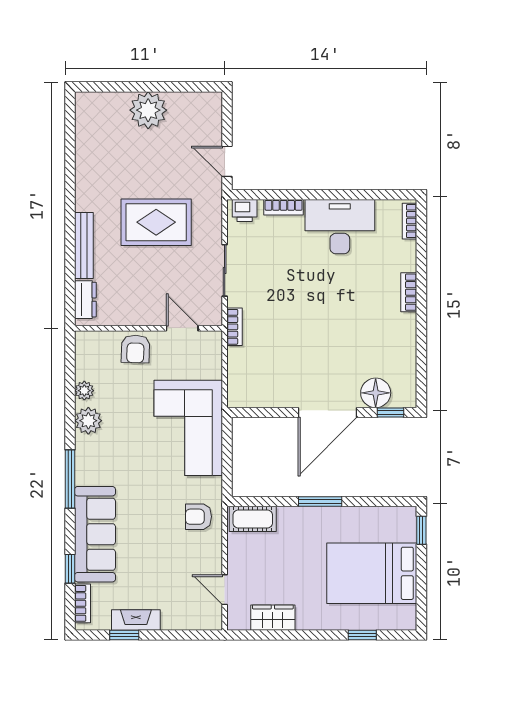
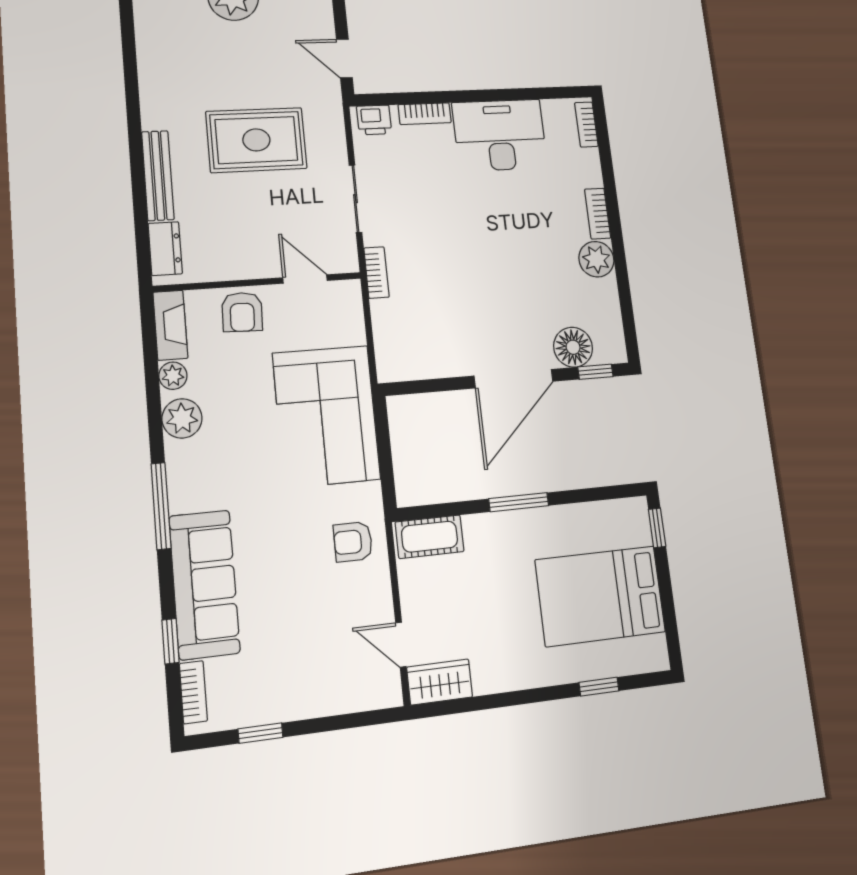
plant: (403, 328) -> (596, 259), added
wardrobe: (273, 618) -> (440, 682), moved
fireplace: (136, 620) -> (170, 325), moved, turned 90

